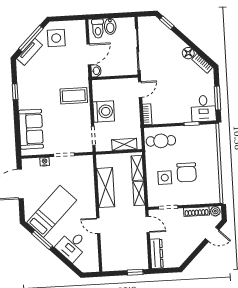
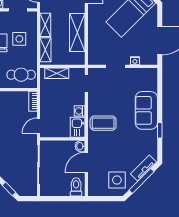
bidet: (110, 26) -> (64, 188), removed
kitchen sink: (100, 90) -> (78, 127), added
washing machine: (104, 111) -> (80, 111), width x0.53, depth x0.53
sofa: (31, 129) -> (146, 110), moved

